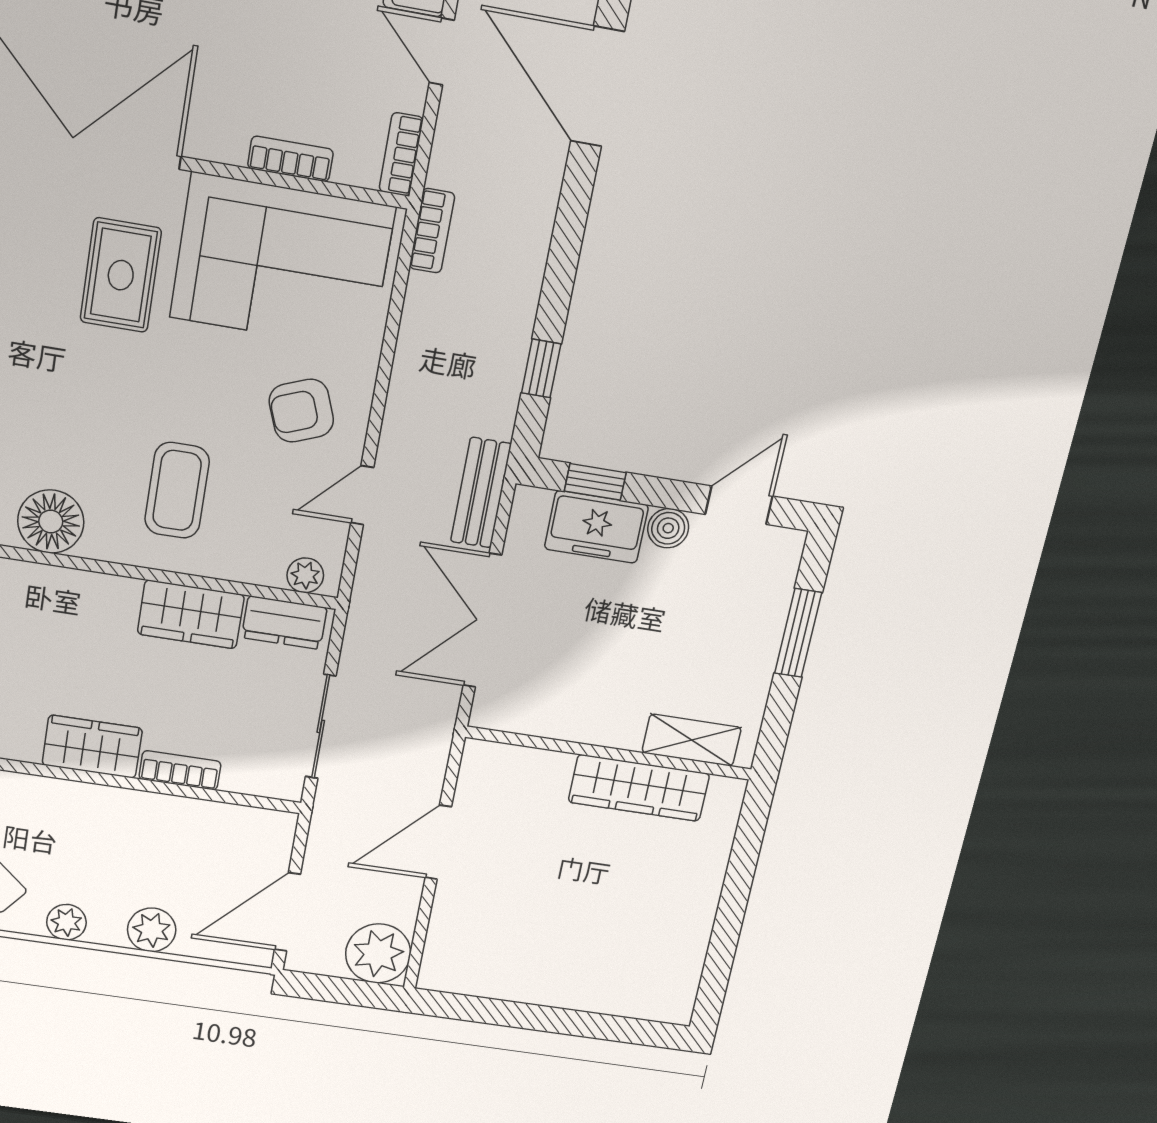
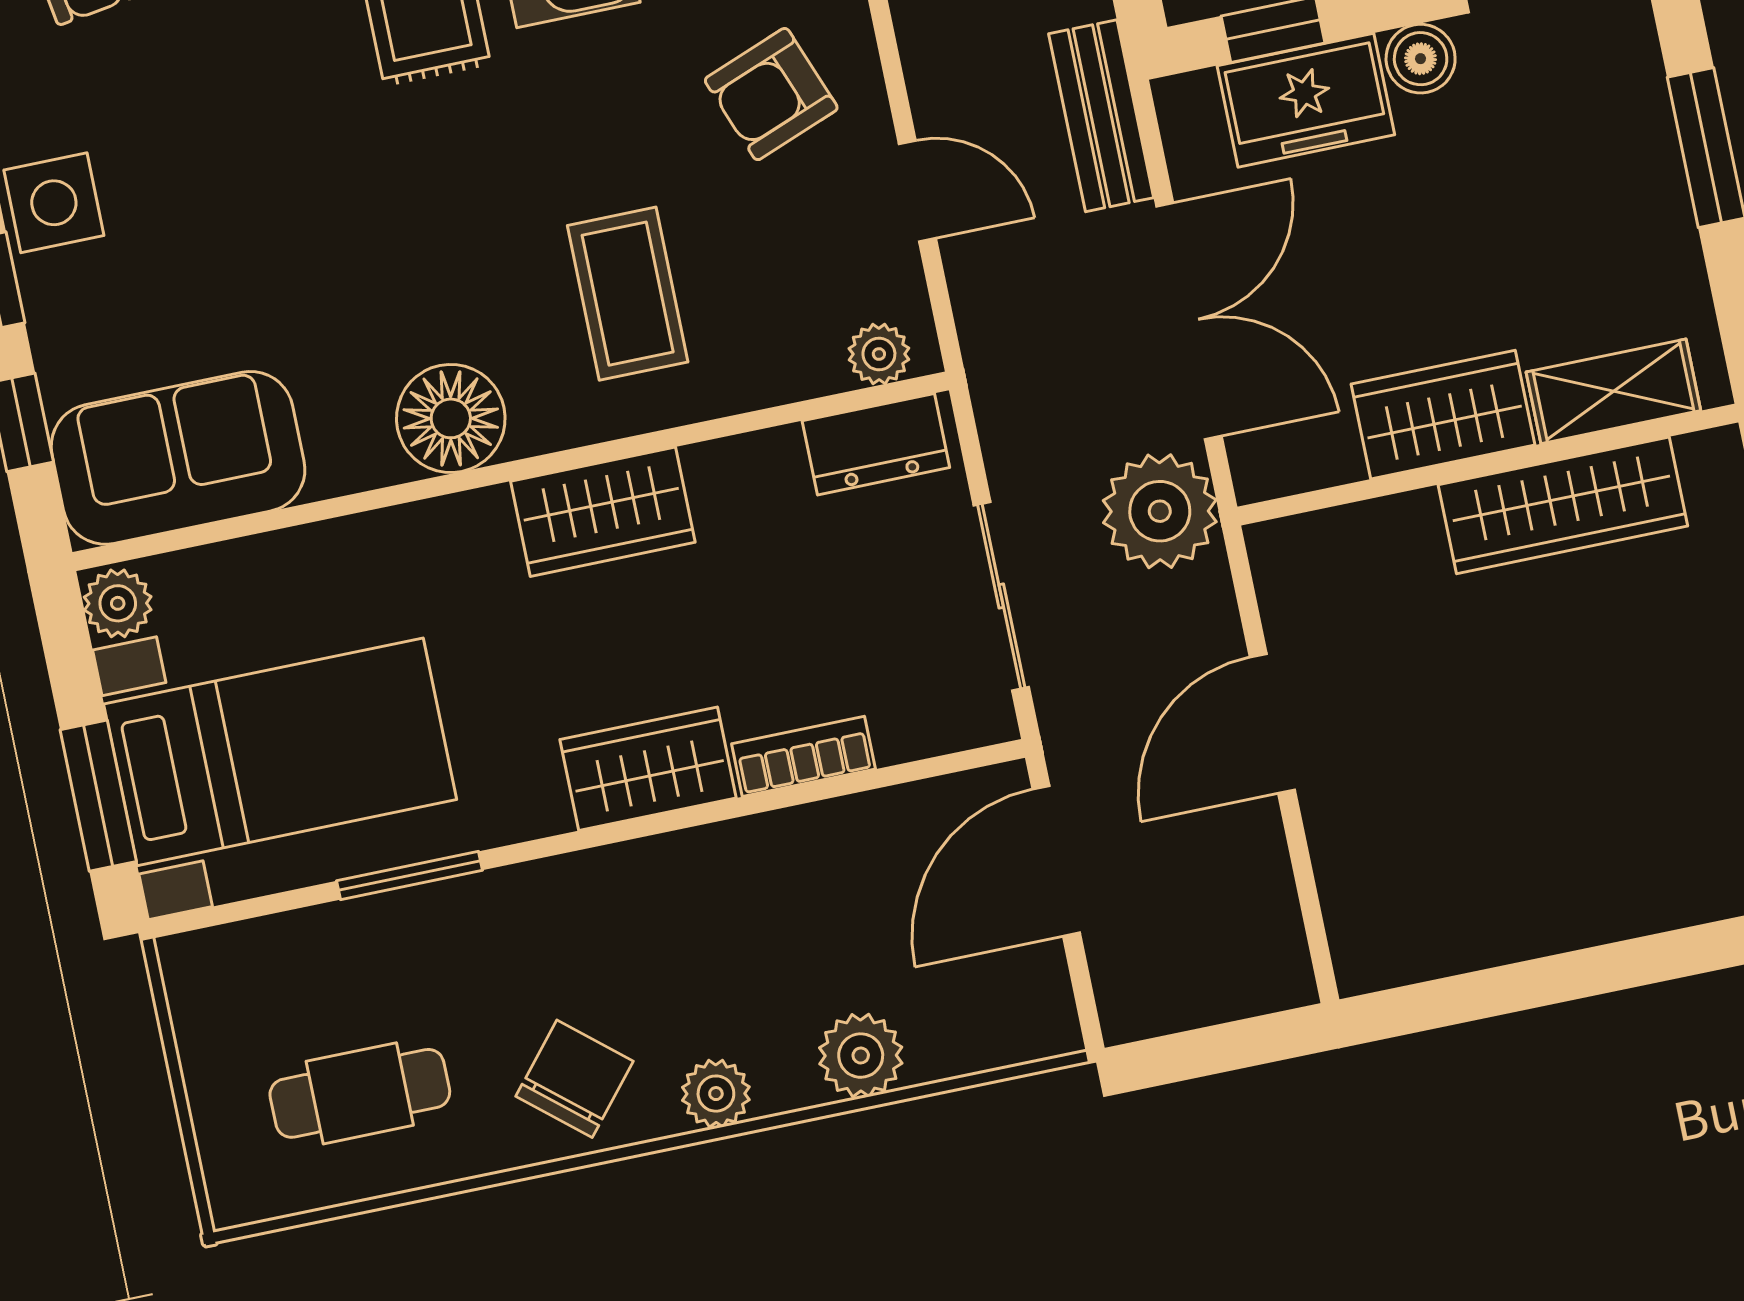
door: (362, 495) -> (917, 191), swing flipped
wardrobe: (191, 614) -> (603, 512), moved
double door: (482, 621) -> (1189, 321), swing flipped
wardrobe: (597, 719) -> (1443, 415), added
door: (287, 912) -> (1056, 861), moved
plant: (378, 953) -> (1160, 511), moved

